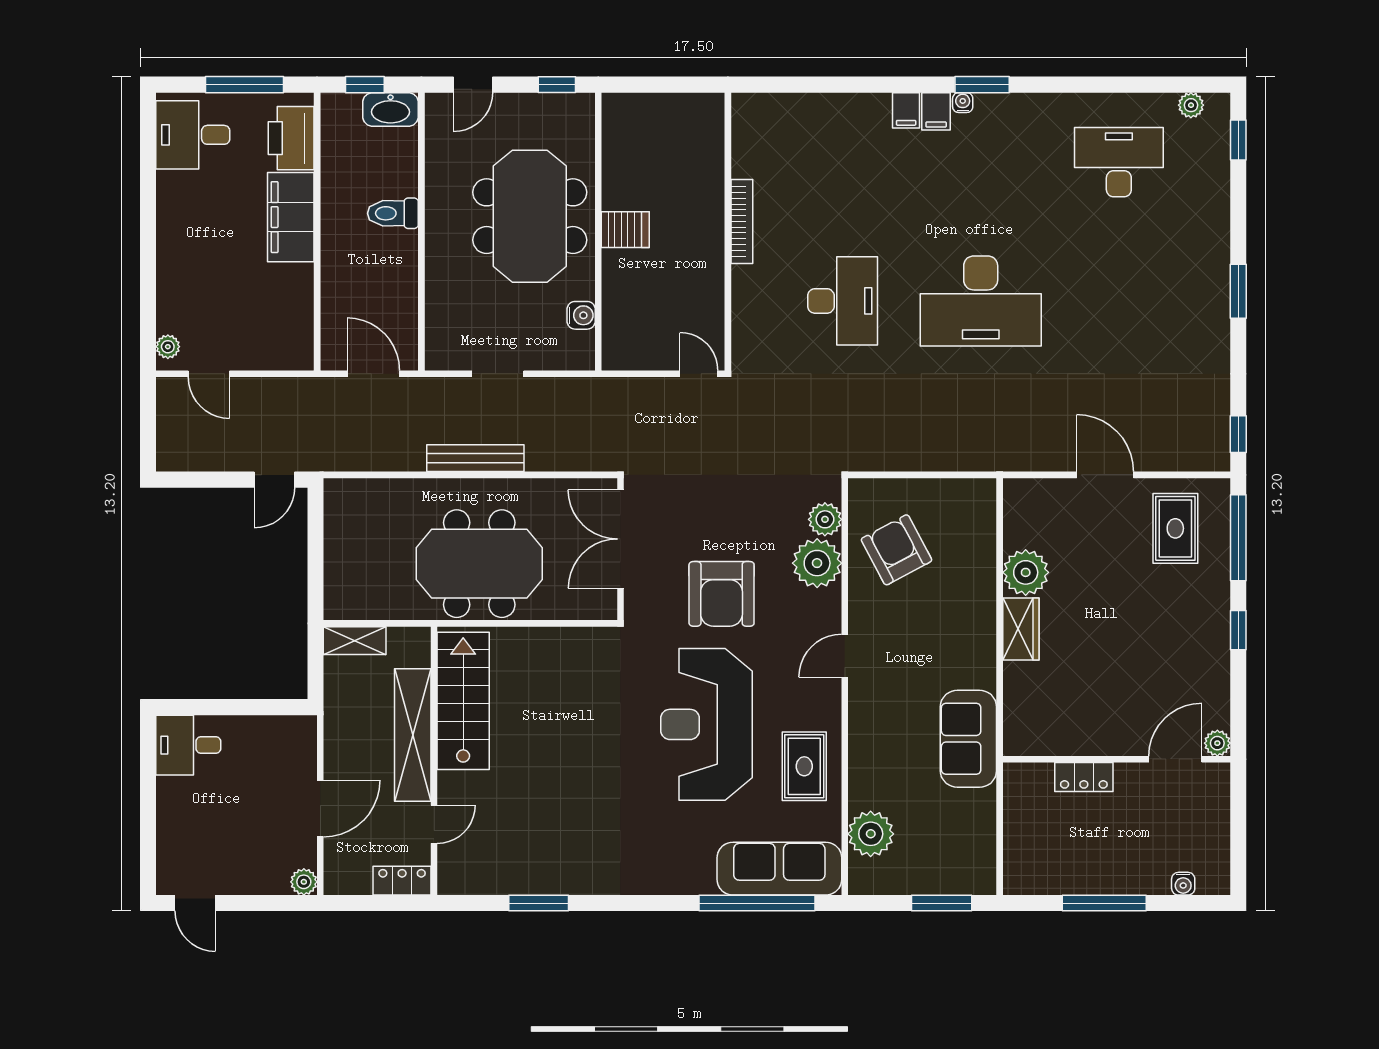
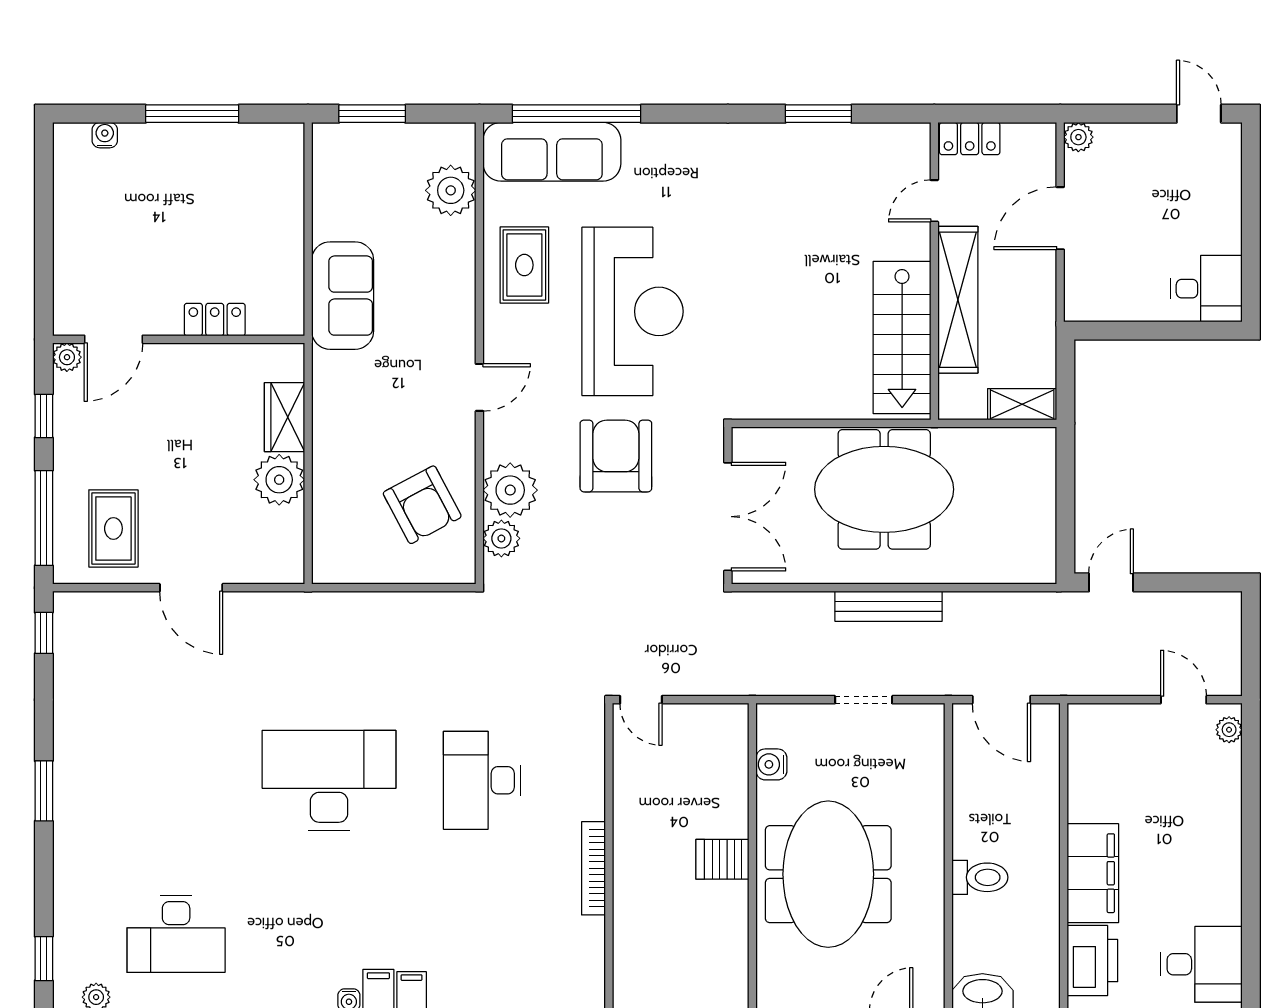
plant: (1217, 743) -> (67, 357), moved
wall: (1117, 759) -> (179, 339), moved
door: (1175, 759) -> (113, 339), moved
locker: (1084, 777) -> (215, 320), moved

